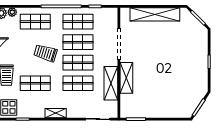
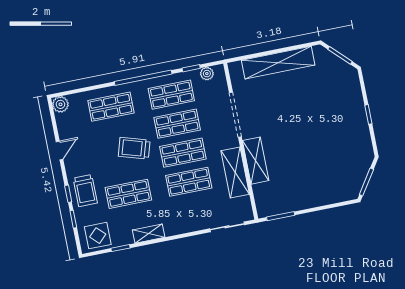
plant: (12, 12) -> (207, 74), moved
shelving: (56, 113) -> (149, 234), moved

